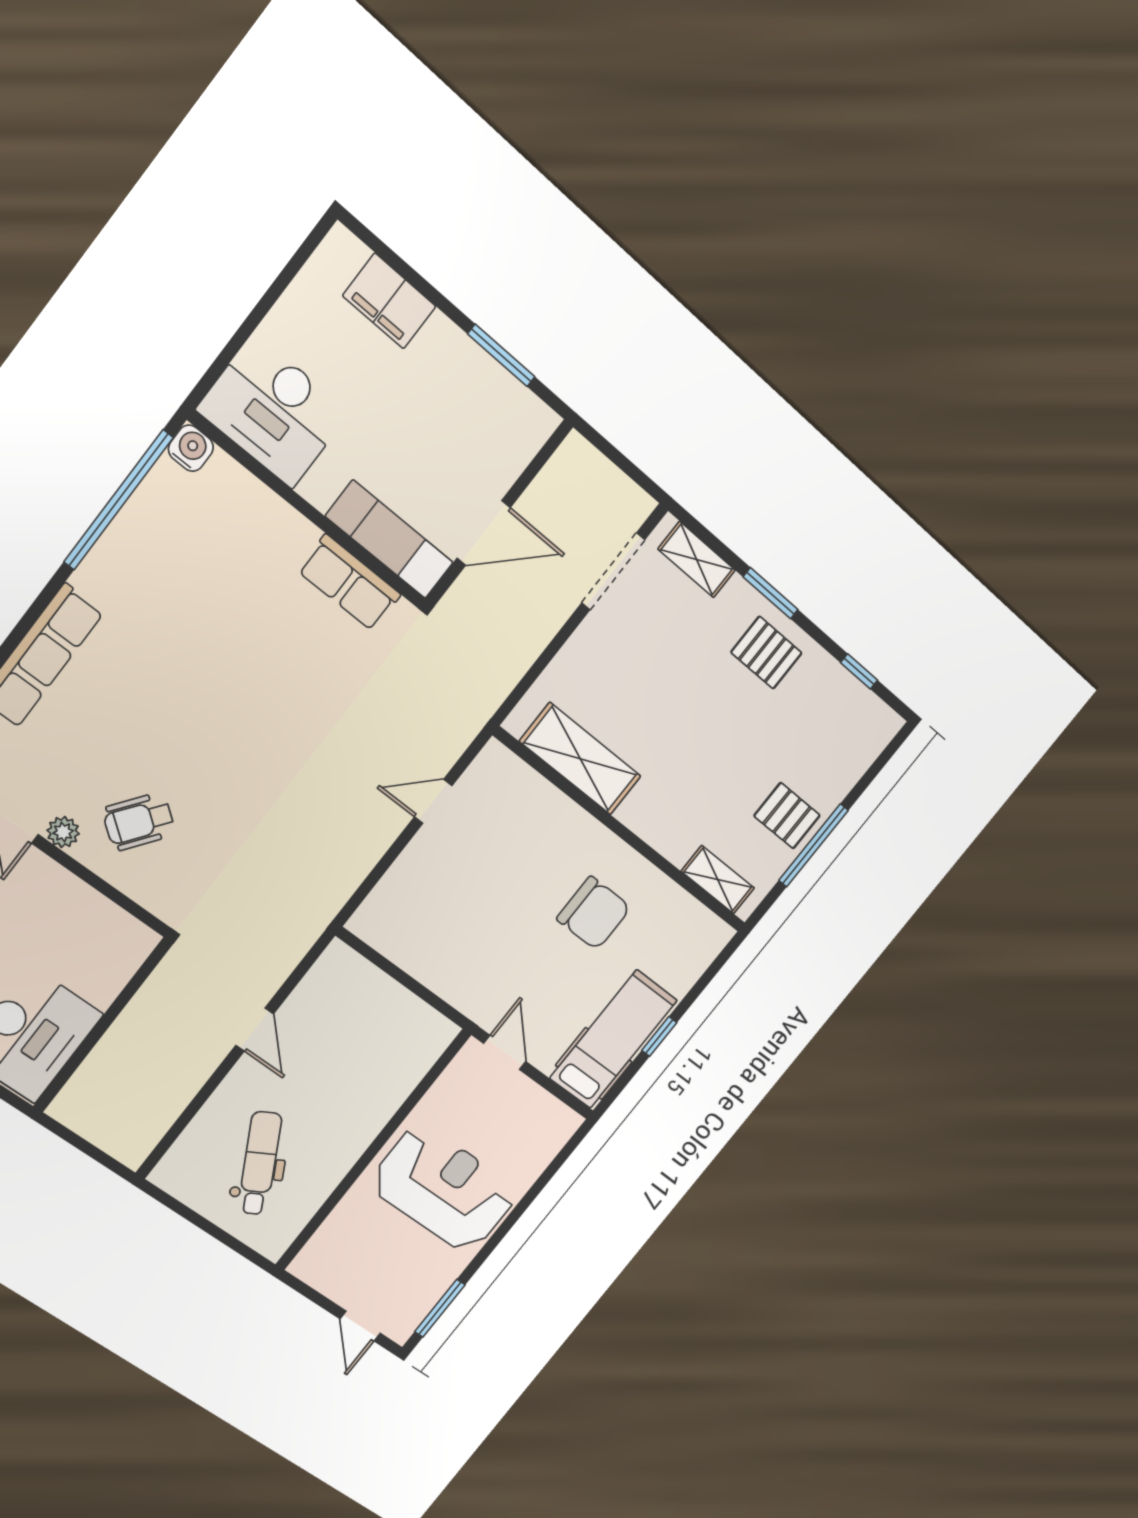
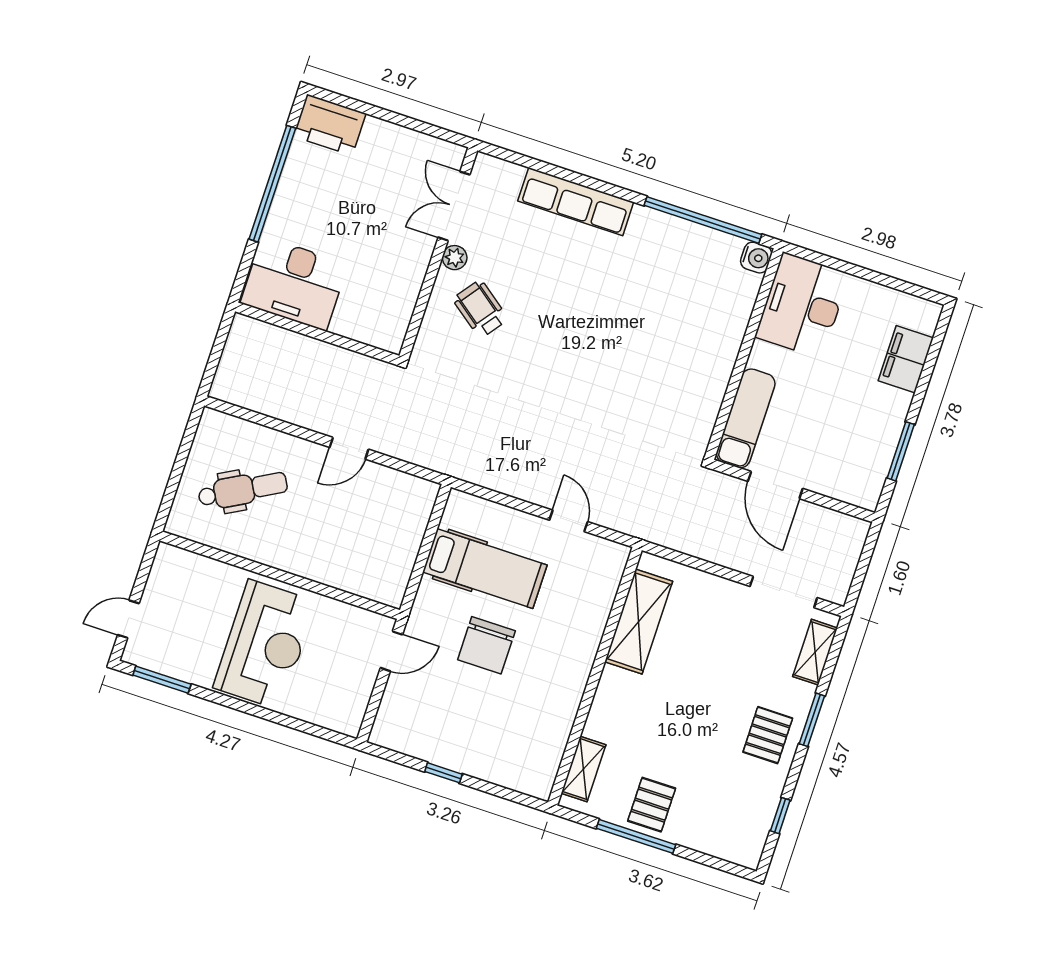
row of seats: (349, 583) -> (705, 401), removed
chair: (594, 913) -> (486, 645), moved
hospital bed: (613, 1039) -> (485, 569), moved

